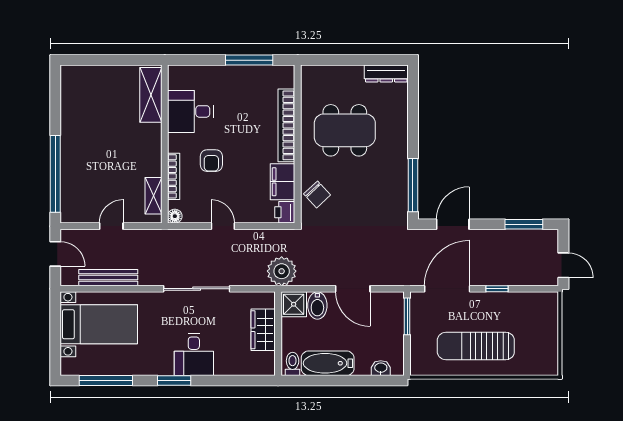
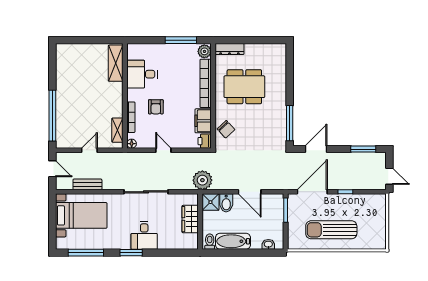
dresser: (386, 73) -> (229, 49), moved
plant: (285, 77) -> (204, 51), added
bench: (108, 278) -> (87, 184), width x0.73

